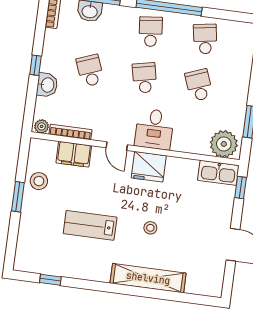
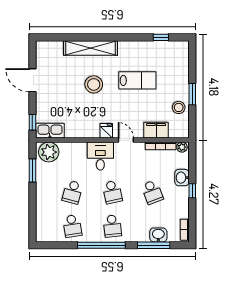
school desk: (199, 85) -> (72, 192), turned 36
fridge: (149, 167) -> (106, 131), width x0.53, depth x0.75
stool: (150, 228) -> (94, 84), width x1.89, depth x1.89

